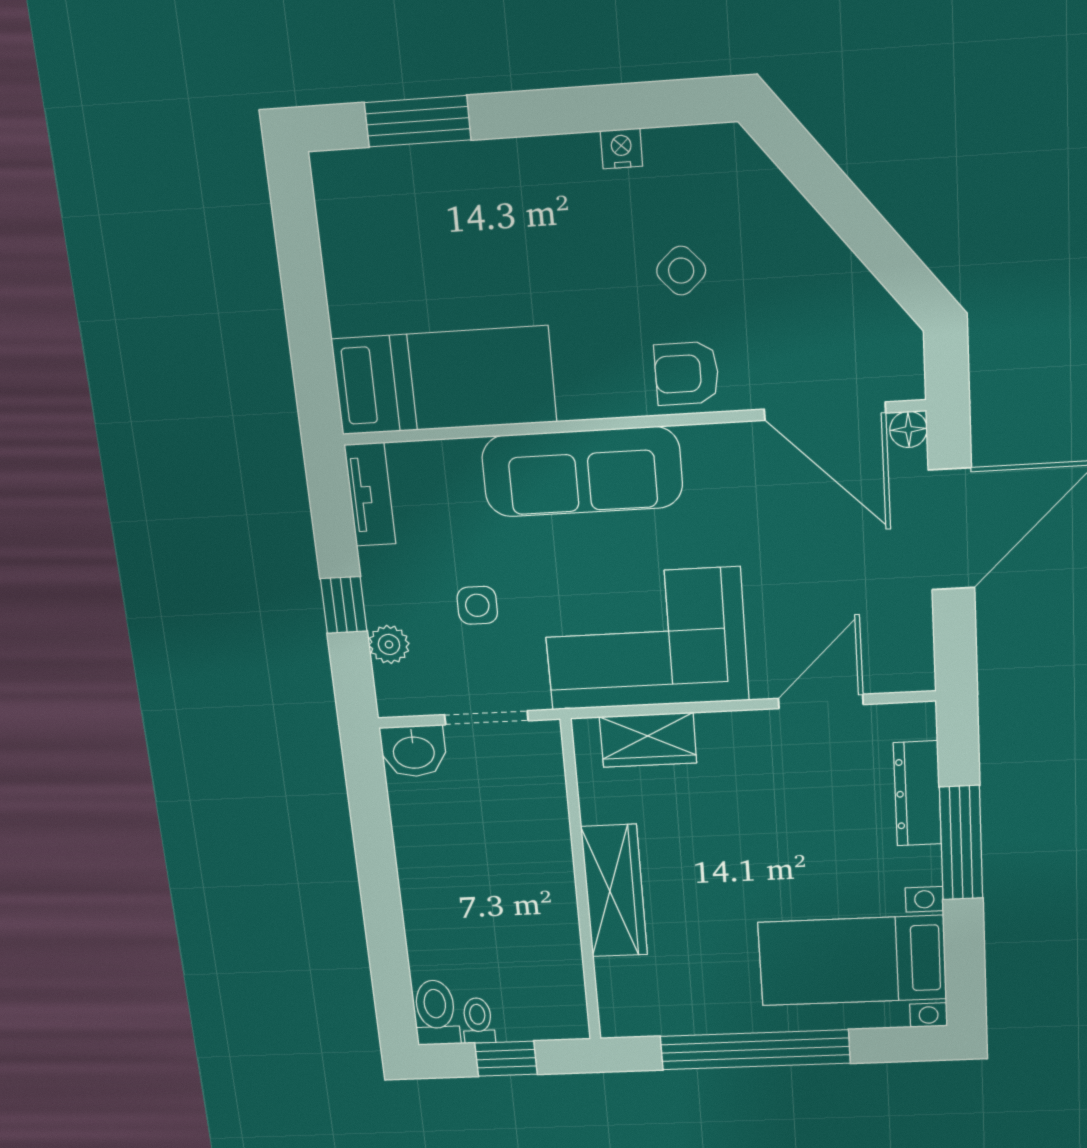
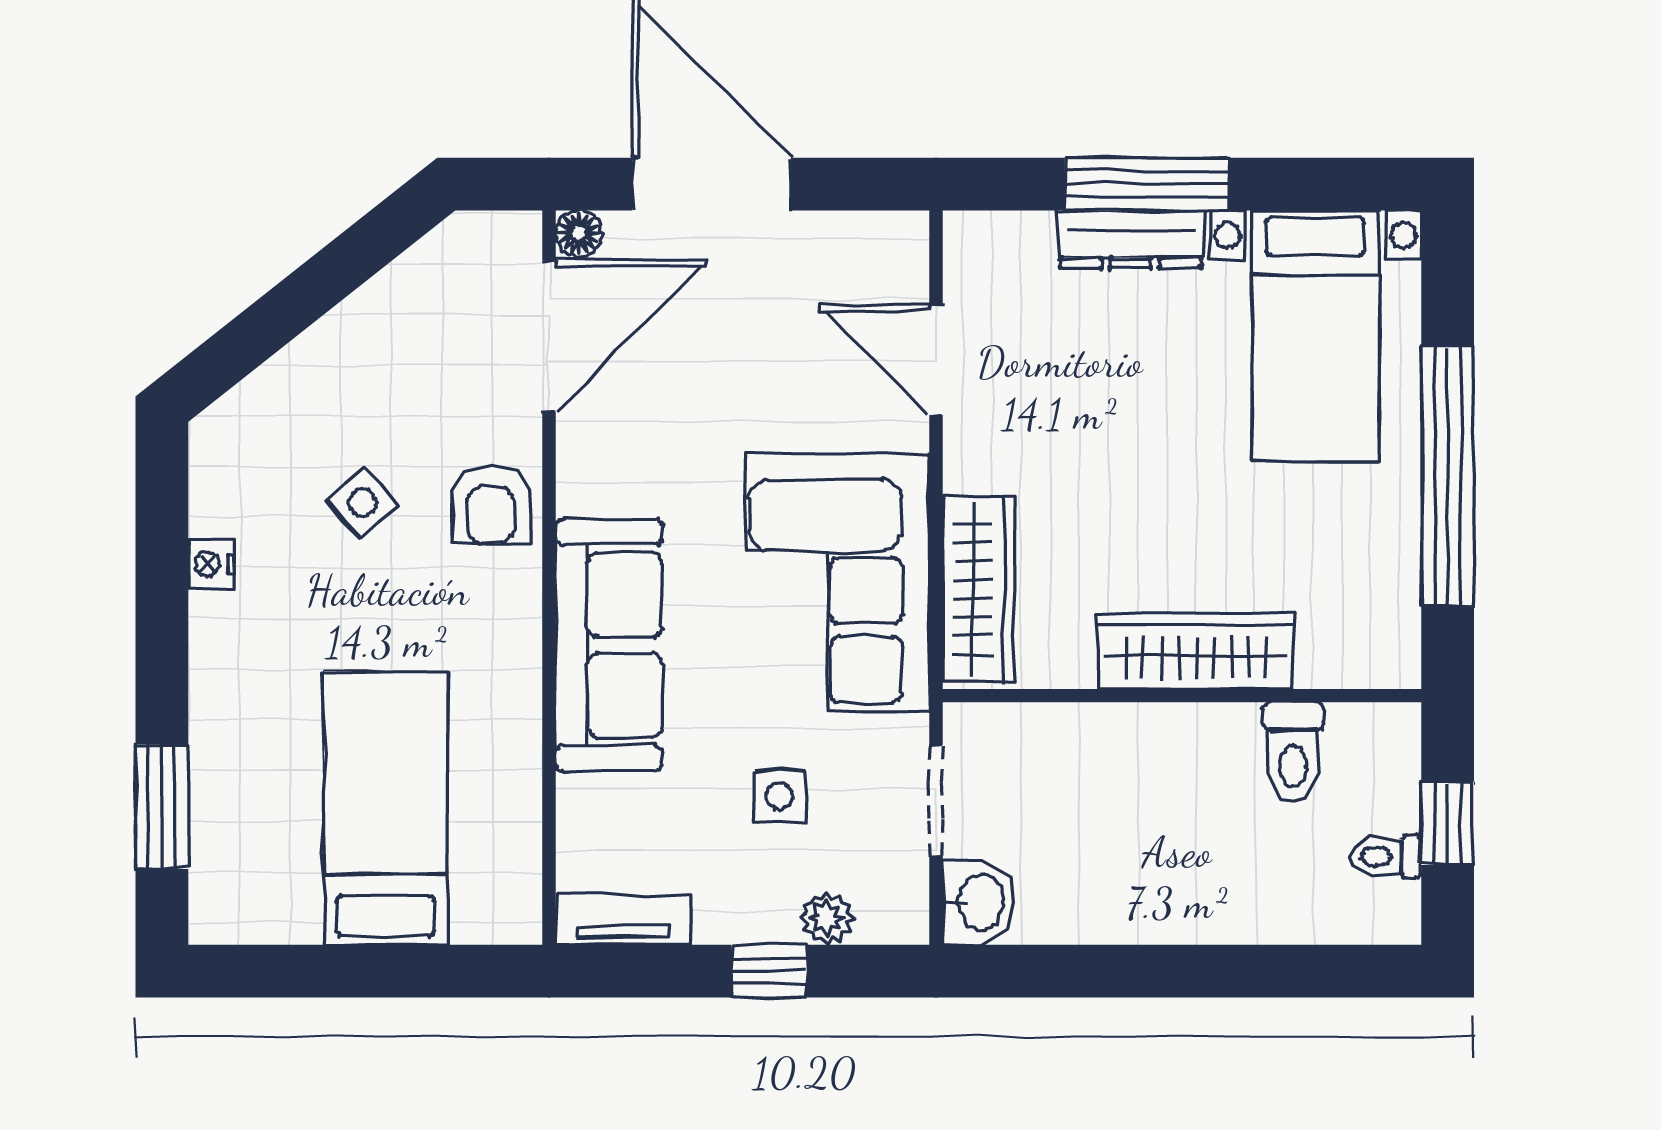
bed: (444, 380) -> (386, 808), moved
wardrobe: (648, 740) -> (978, 589), width x1.50
dresser: (917, 794) -> (1130, 239), moved
toilet: (436, 1013) -> (1293, 753), moved, turned -90

